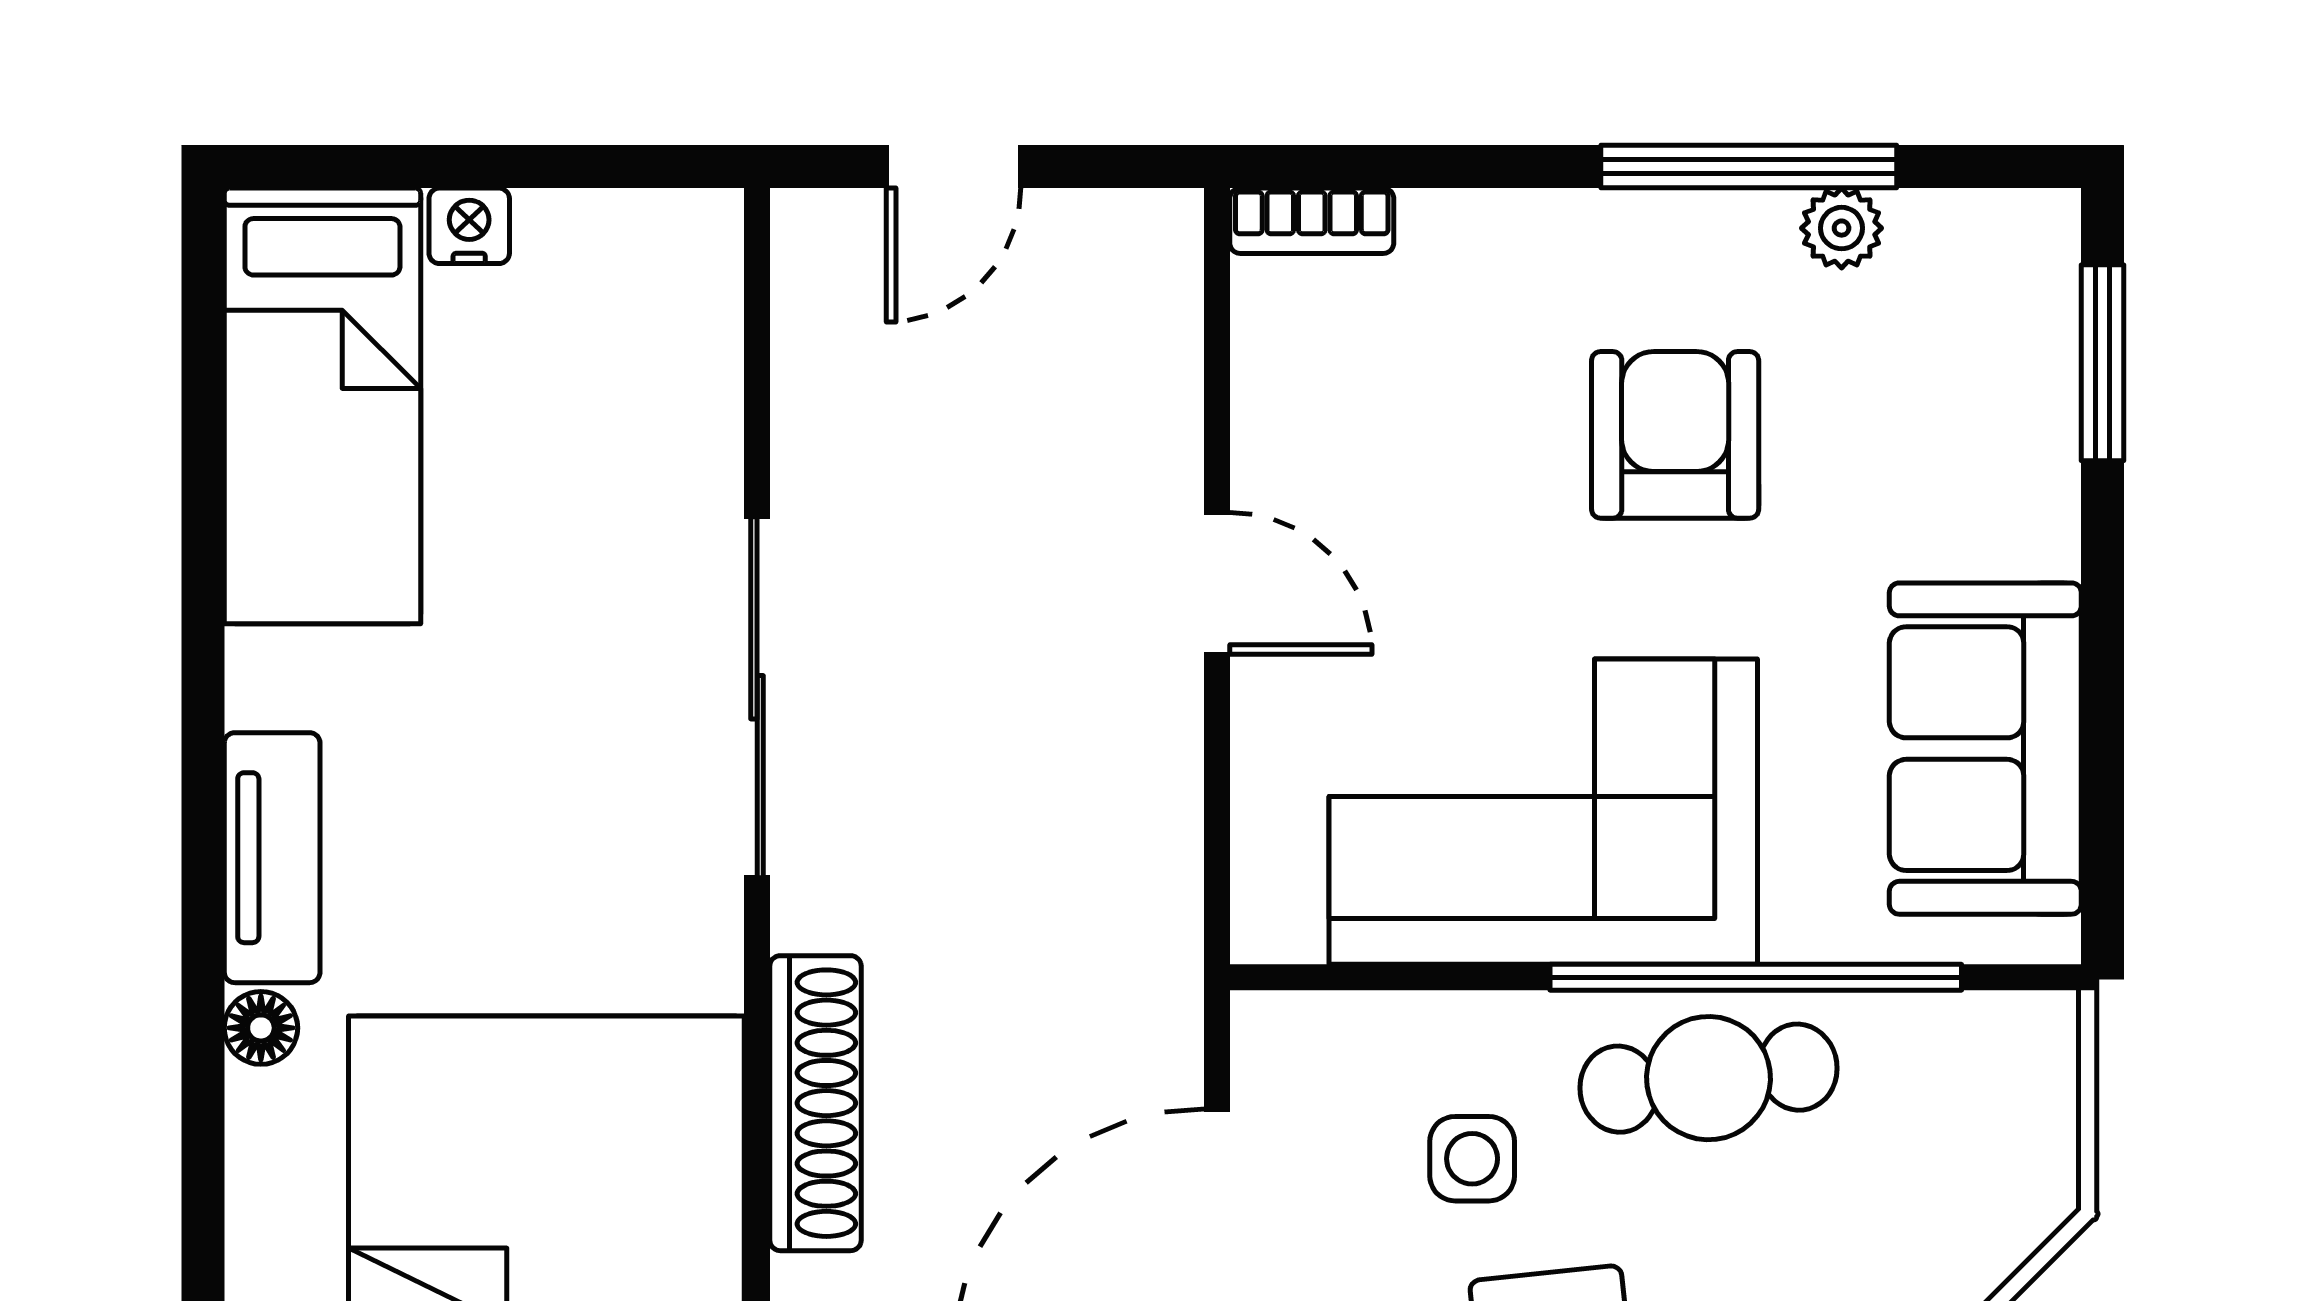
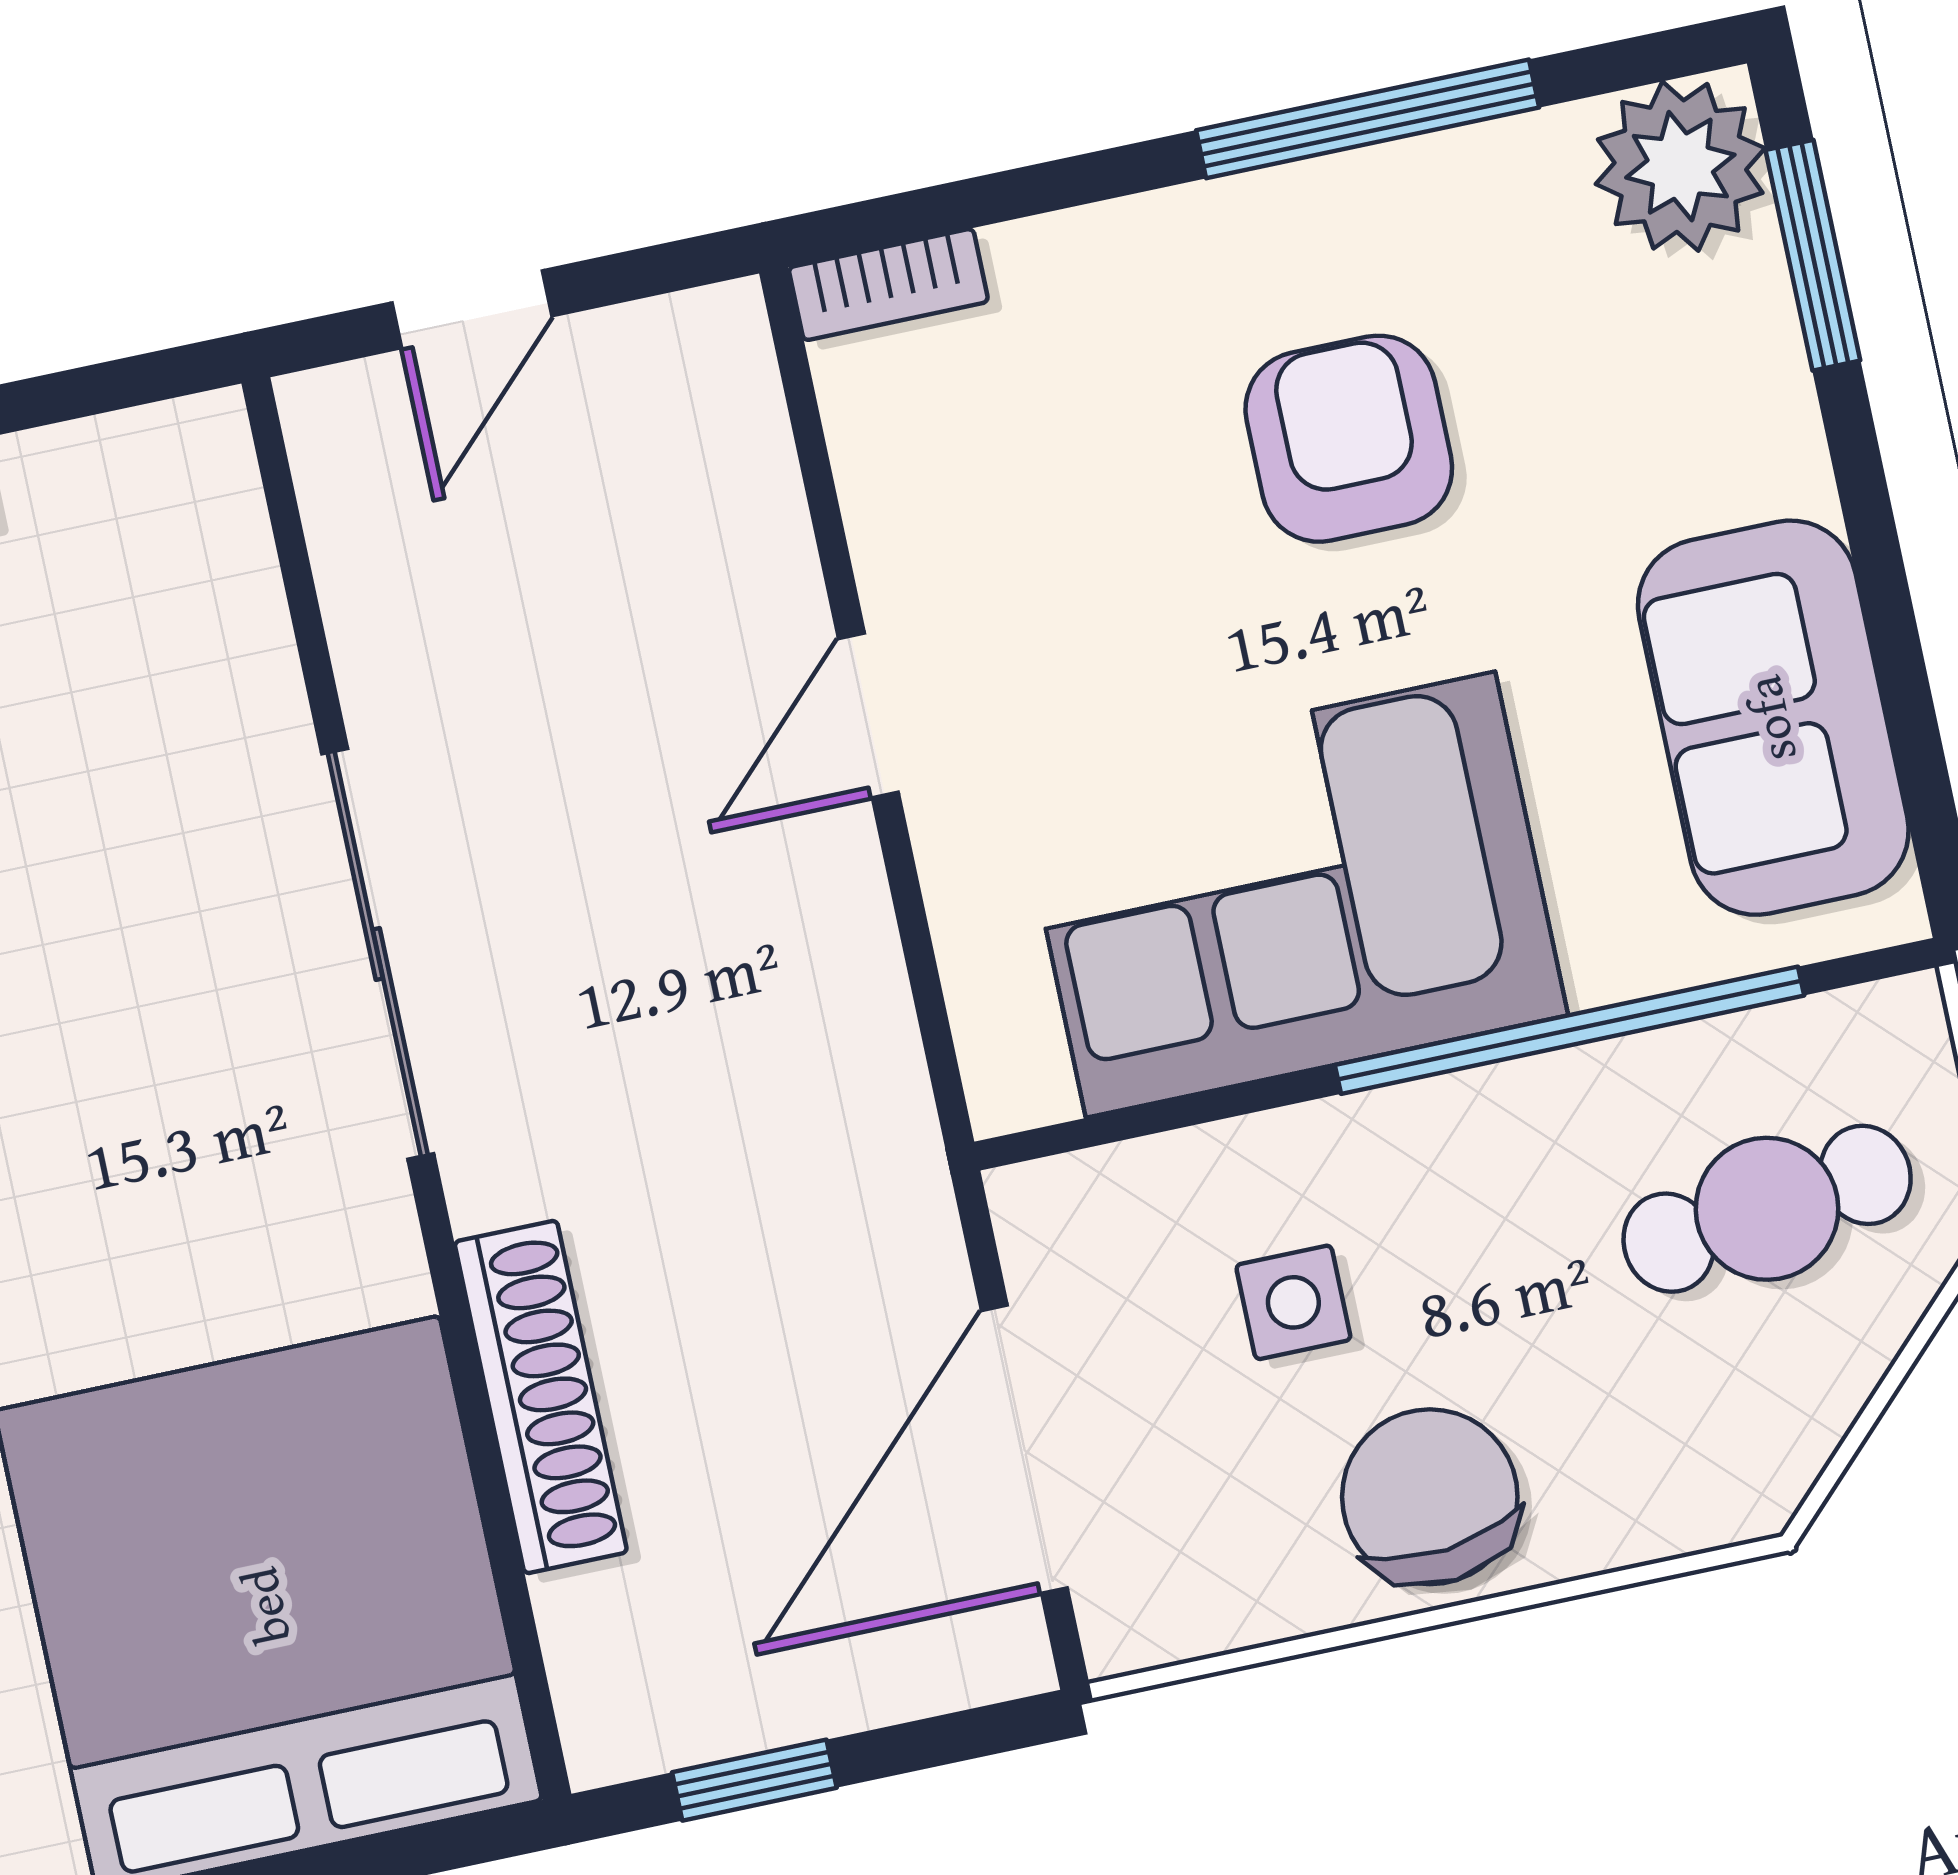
plant: (1842, 228) -> (1680, 166), moved, width x1.88, depth x1.88
door: (1217, 583) -> (868, 715), swing flipped
cafe table: (1708, 1078) -> (1767, 1209), moved

